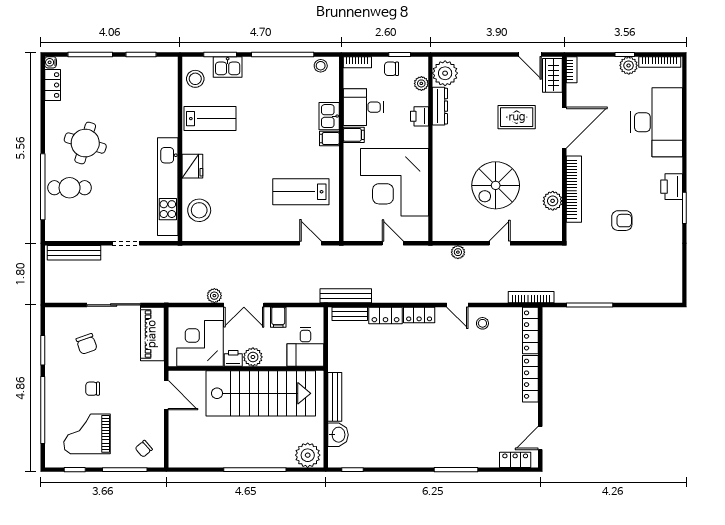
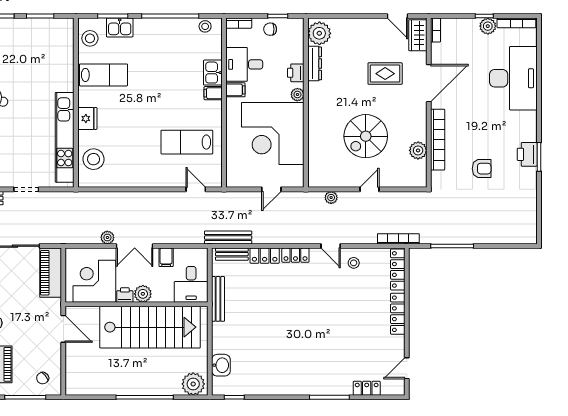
plant: (421, 83) -> (297, 95), moved
printer: (672, 187) -> (527, 154), moved
door: (393, 243) -> (271, 189), swing flipped
bench: (335, 397) -> (218, 299), moved
locker: (515, 460) -> (367, 388), moved

